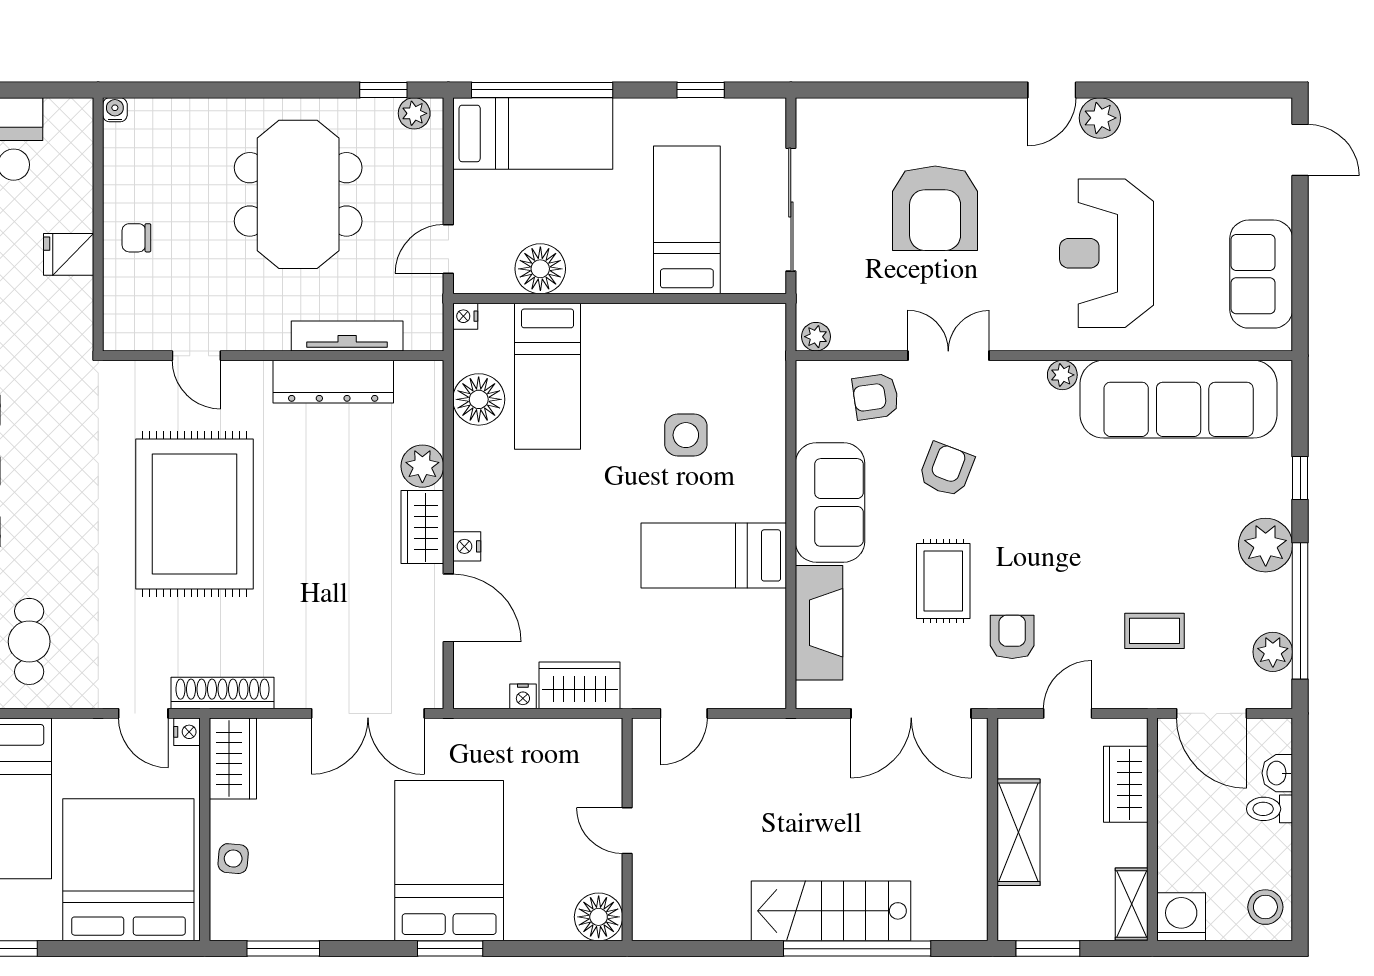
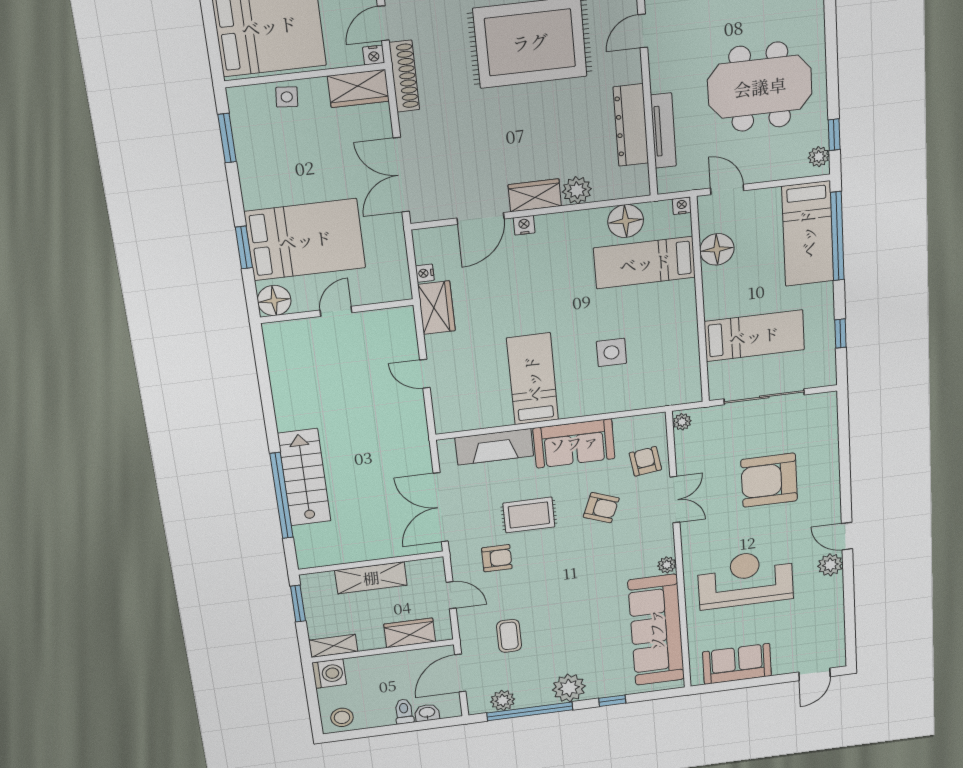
wall: (627, 829) -> (337, 311), moved
door: (627, 831) -> (336, 311), moved
floor lamp: (599, 917) -> (274, 300), moved

